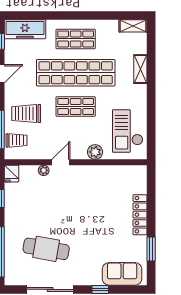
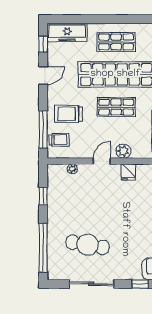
plant: (95, 152) -> (123, 151), moved
plant: (44, 170) -> (72, 169), moved
fridge: (11, 174) -> (128, 172), moved

